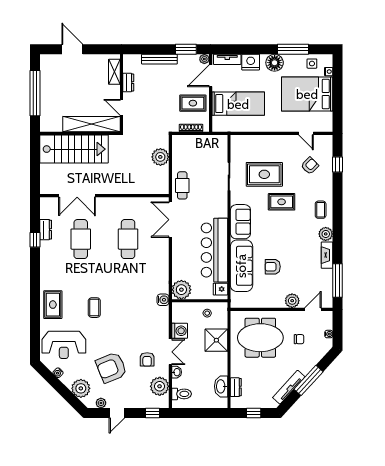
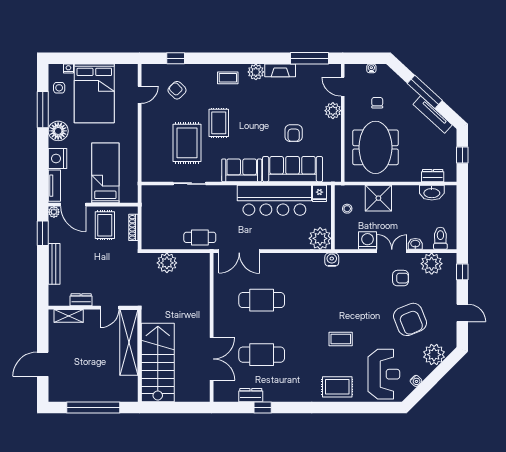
plant: (101, 403) -> (451, 331), removed

